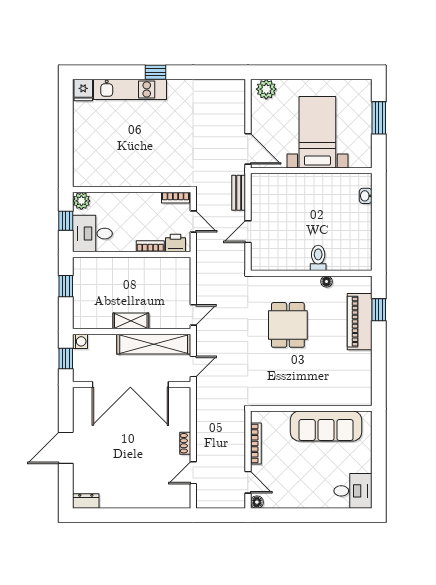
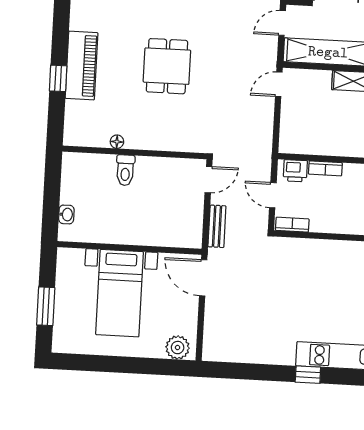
toilet: (318, 258) -> (125, 170), moved
wall: (311, 273) -> (135, 152), moved
floor lamp: (326, 282) -> (117, 142), moved

